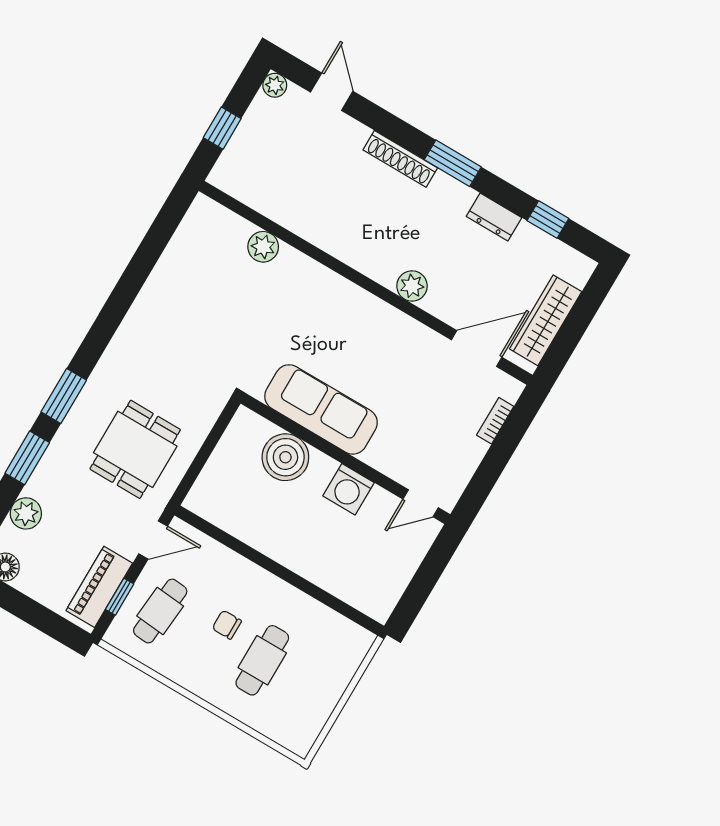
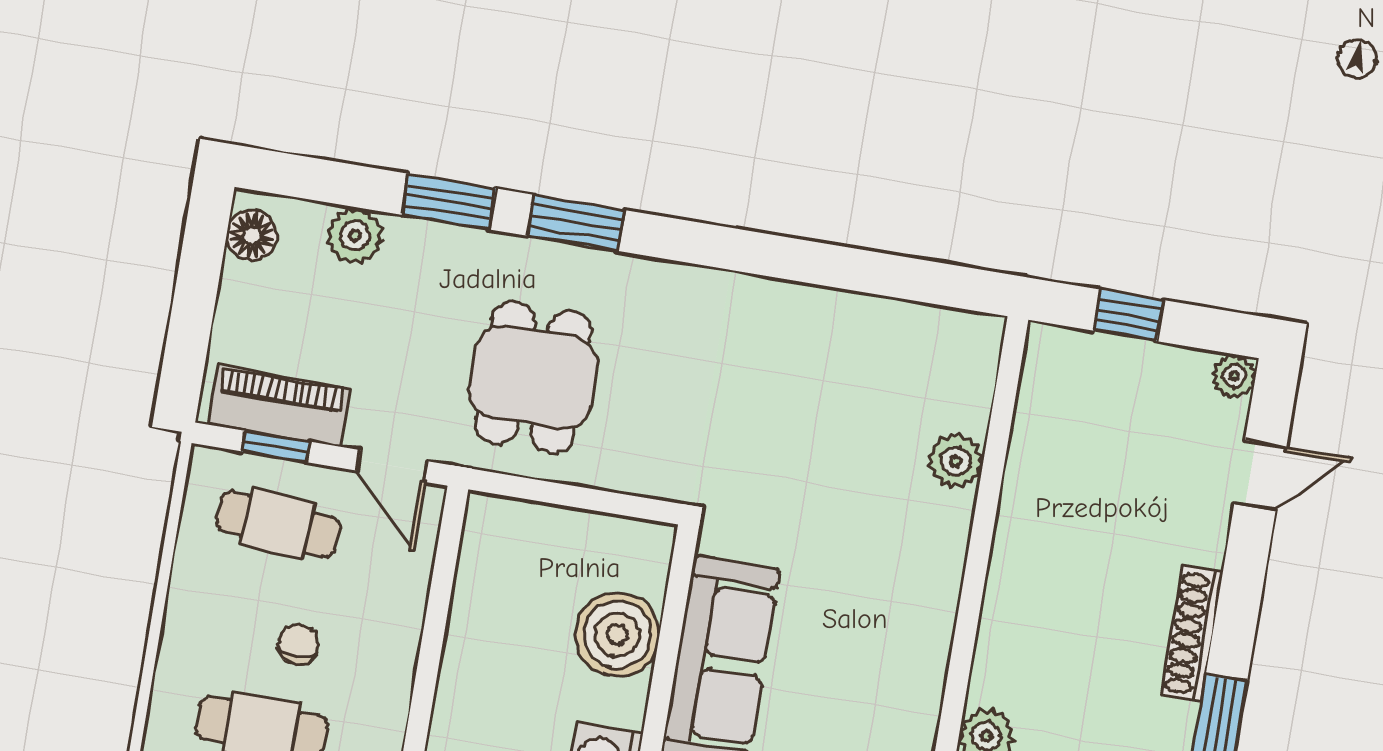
dining table: (135, 449) -> (533, 377), turned 90

